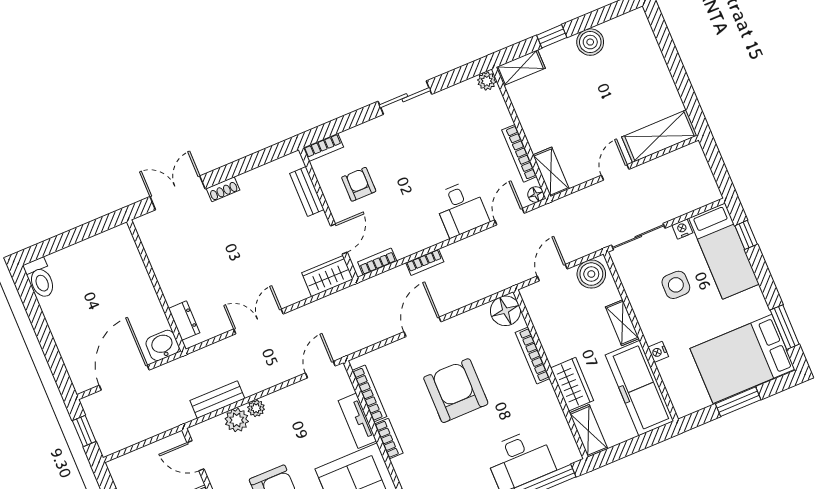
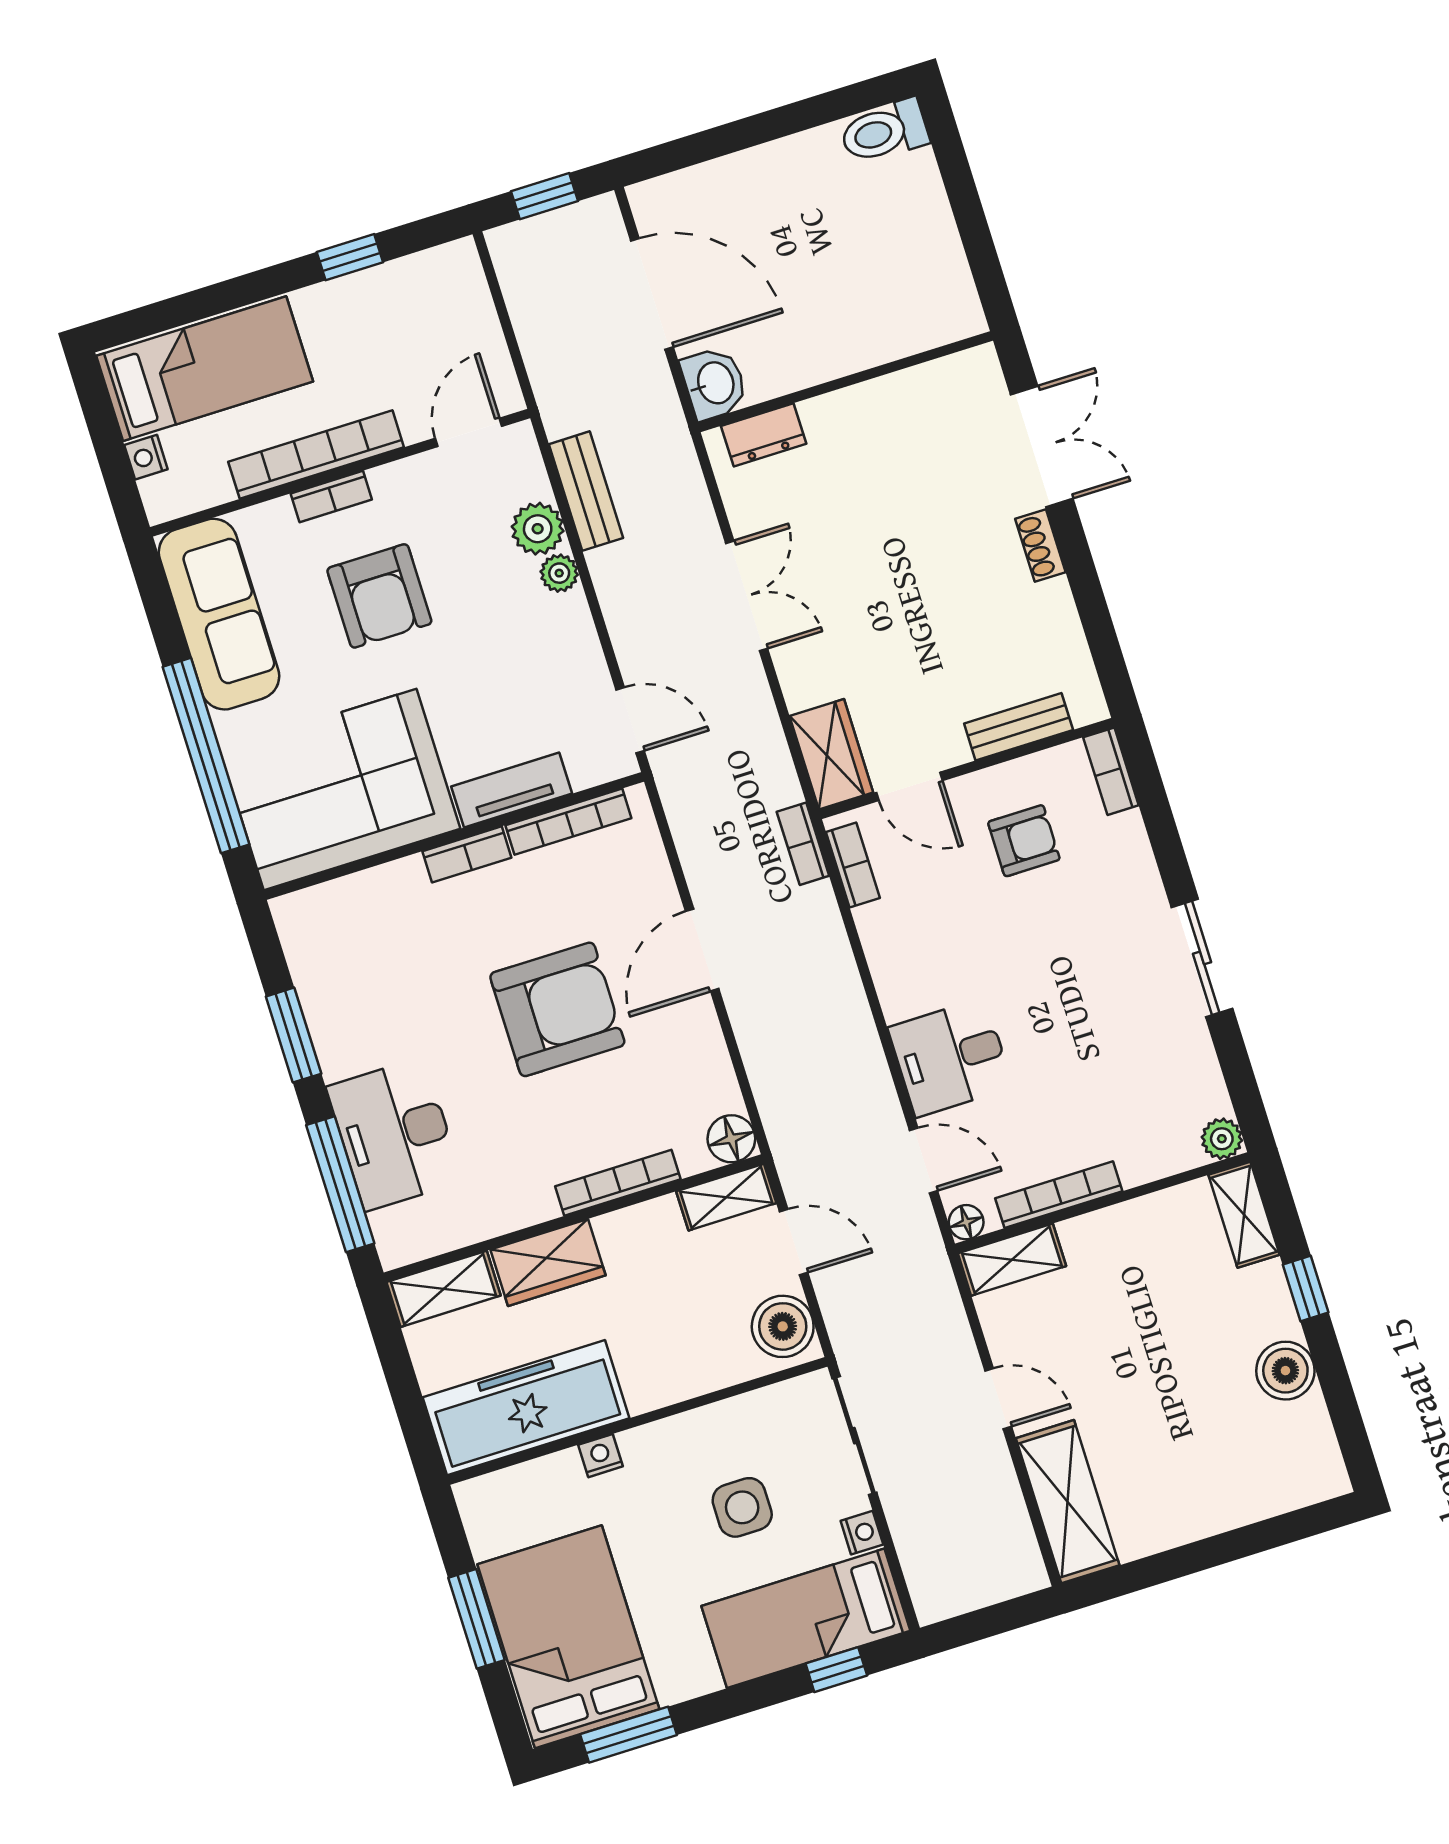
bookcase: (425, 262) -> (803, 844), moved
floor lamp: (505, 311) -> (731, 1139), width x0.73, depth x0.73
shelving: (622, 323) -> (726, 1197), moved
door: (422, 327) -> (702, 950), swing flipped

